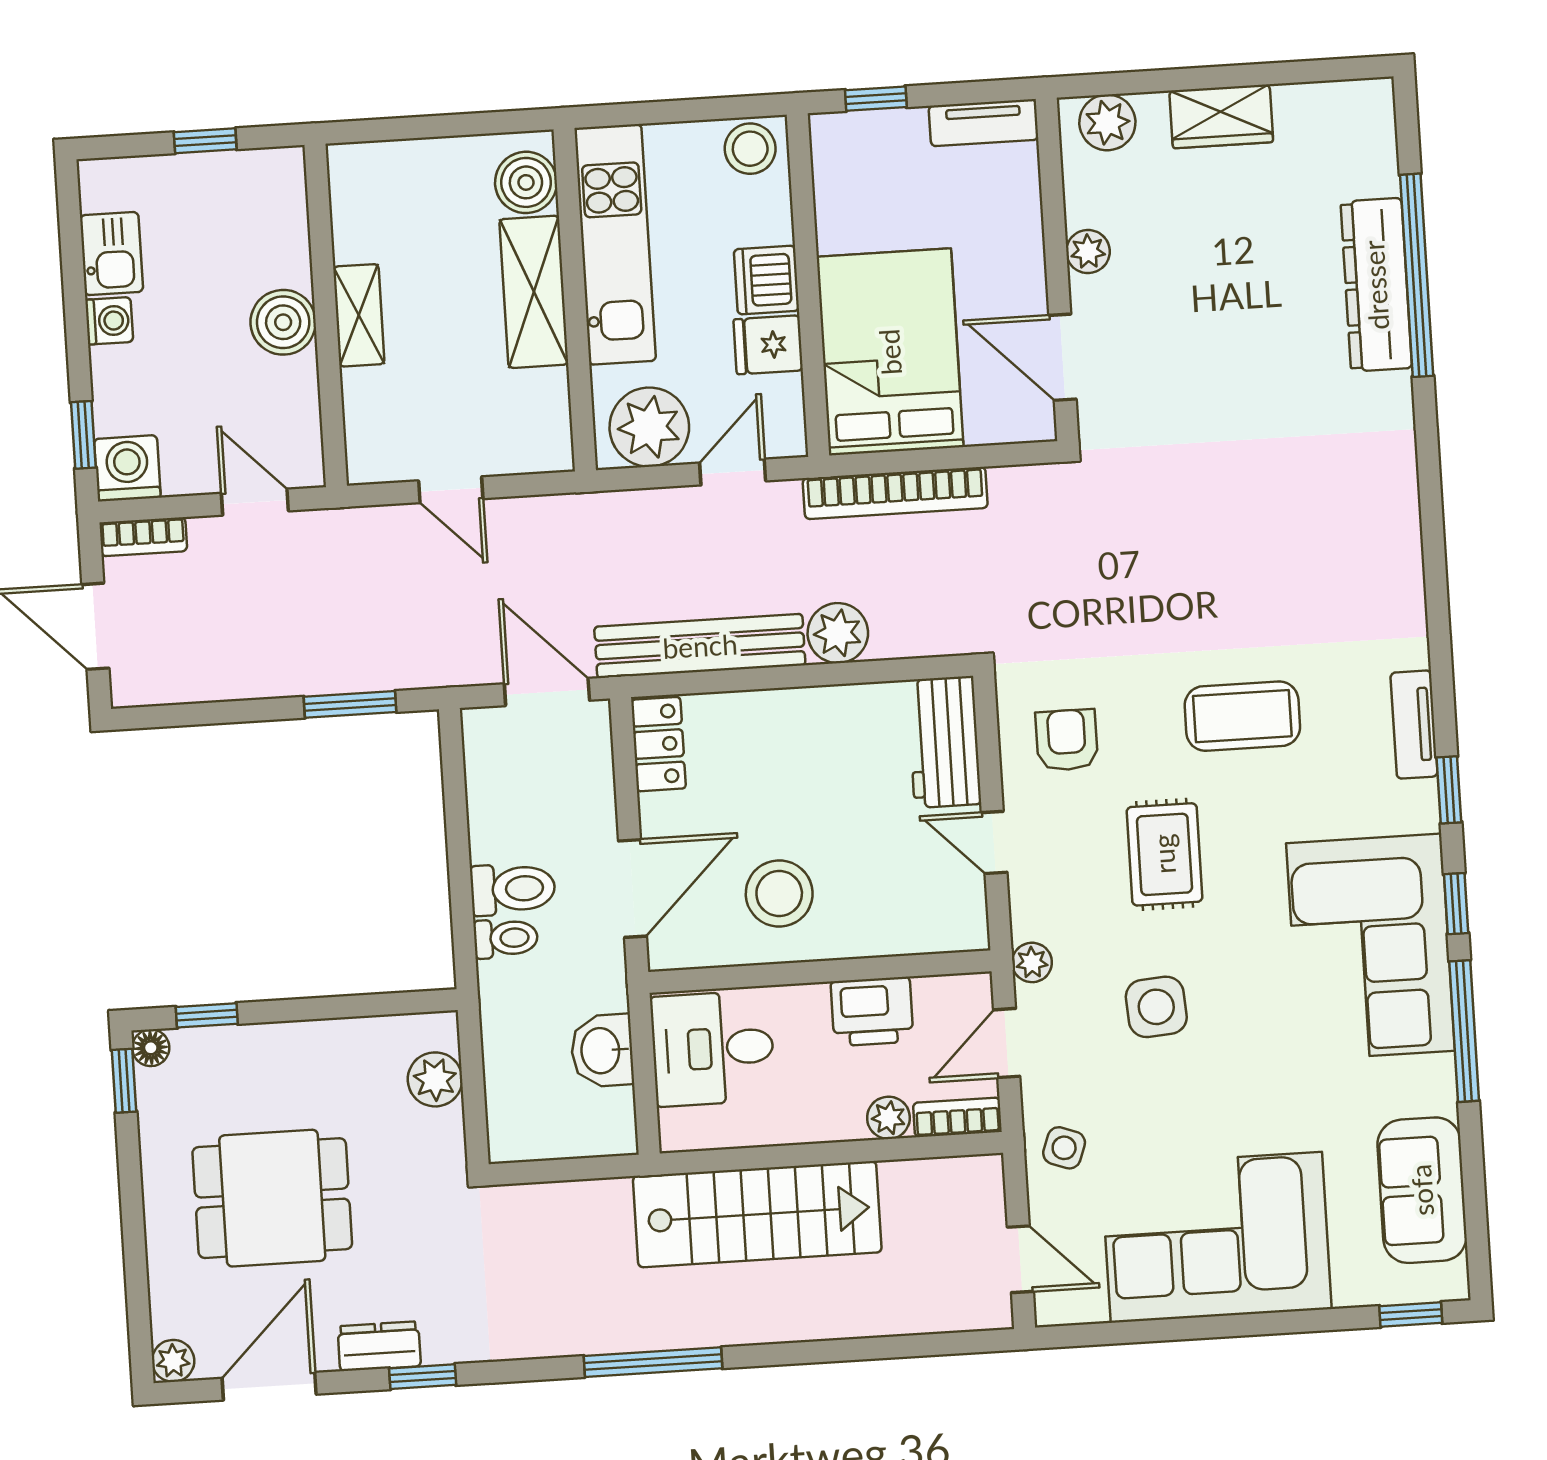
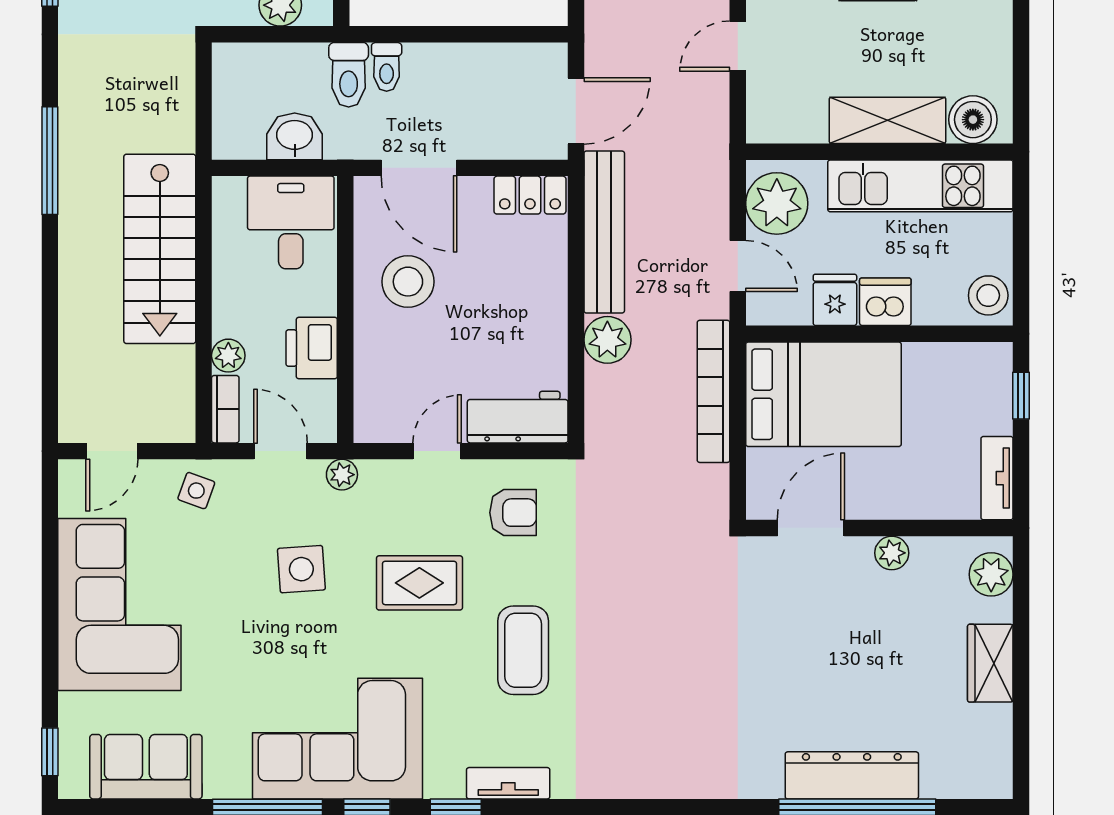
toilet: (513, 889) -> (349, 75), moved

